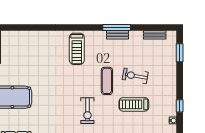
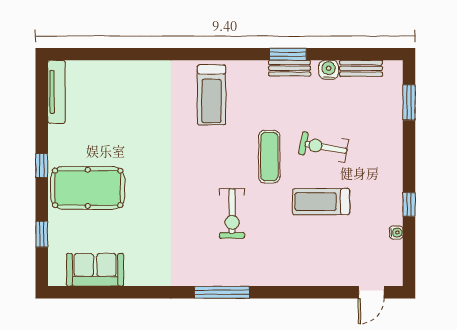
window: (117, 28) -> (288, 54), width x0.69
water cooler: (138, 36) -> (329, 70), added

